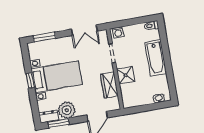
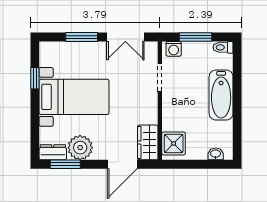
window: (132, 22) -> (196, 37), added
window: (45, 37) -> (82, 37), moved
shower: (126, 75) -> (174, 143), moved
window: (30, 81) -> (35, 78), moved
wardrobe: (109, 85) -> (148, 142), moved

